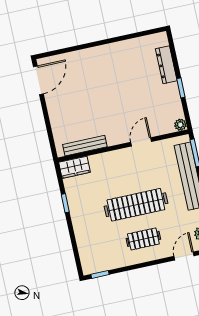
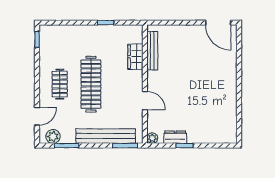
dresser: (166, 65) -> (175, 137), moved, width x0.70
wardrobe: (74, 167) -> (135, 57), moved
door: (184, 256) -> (37, 116), hinge flipped

